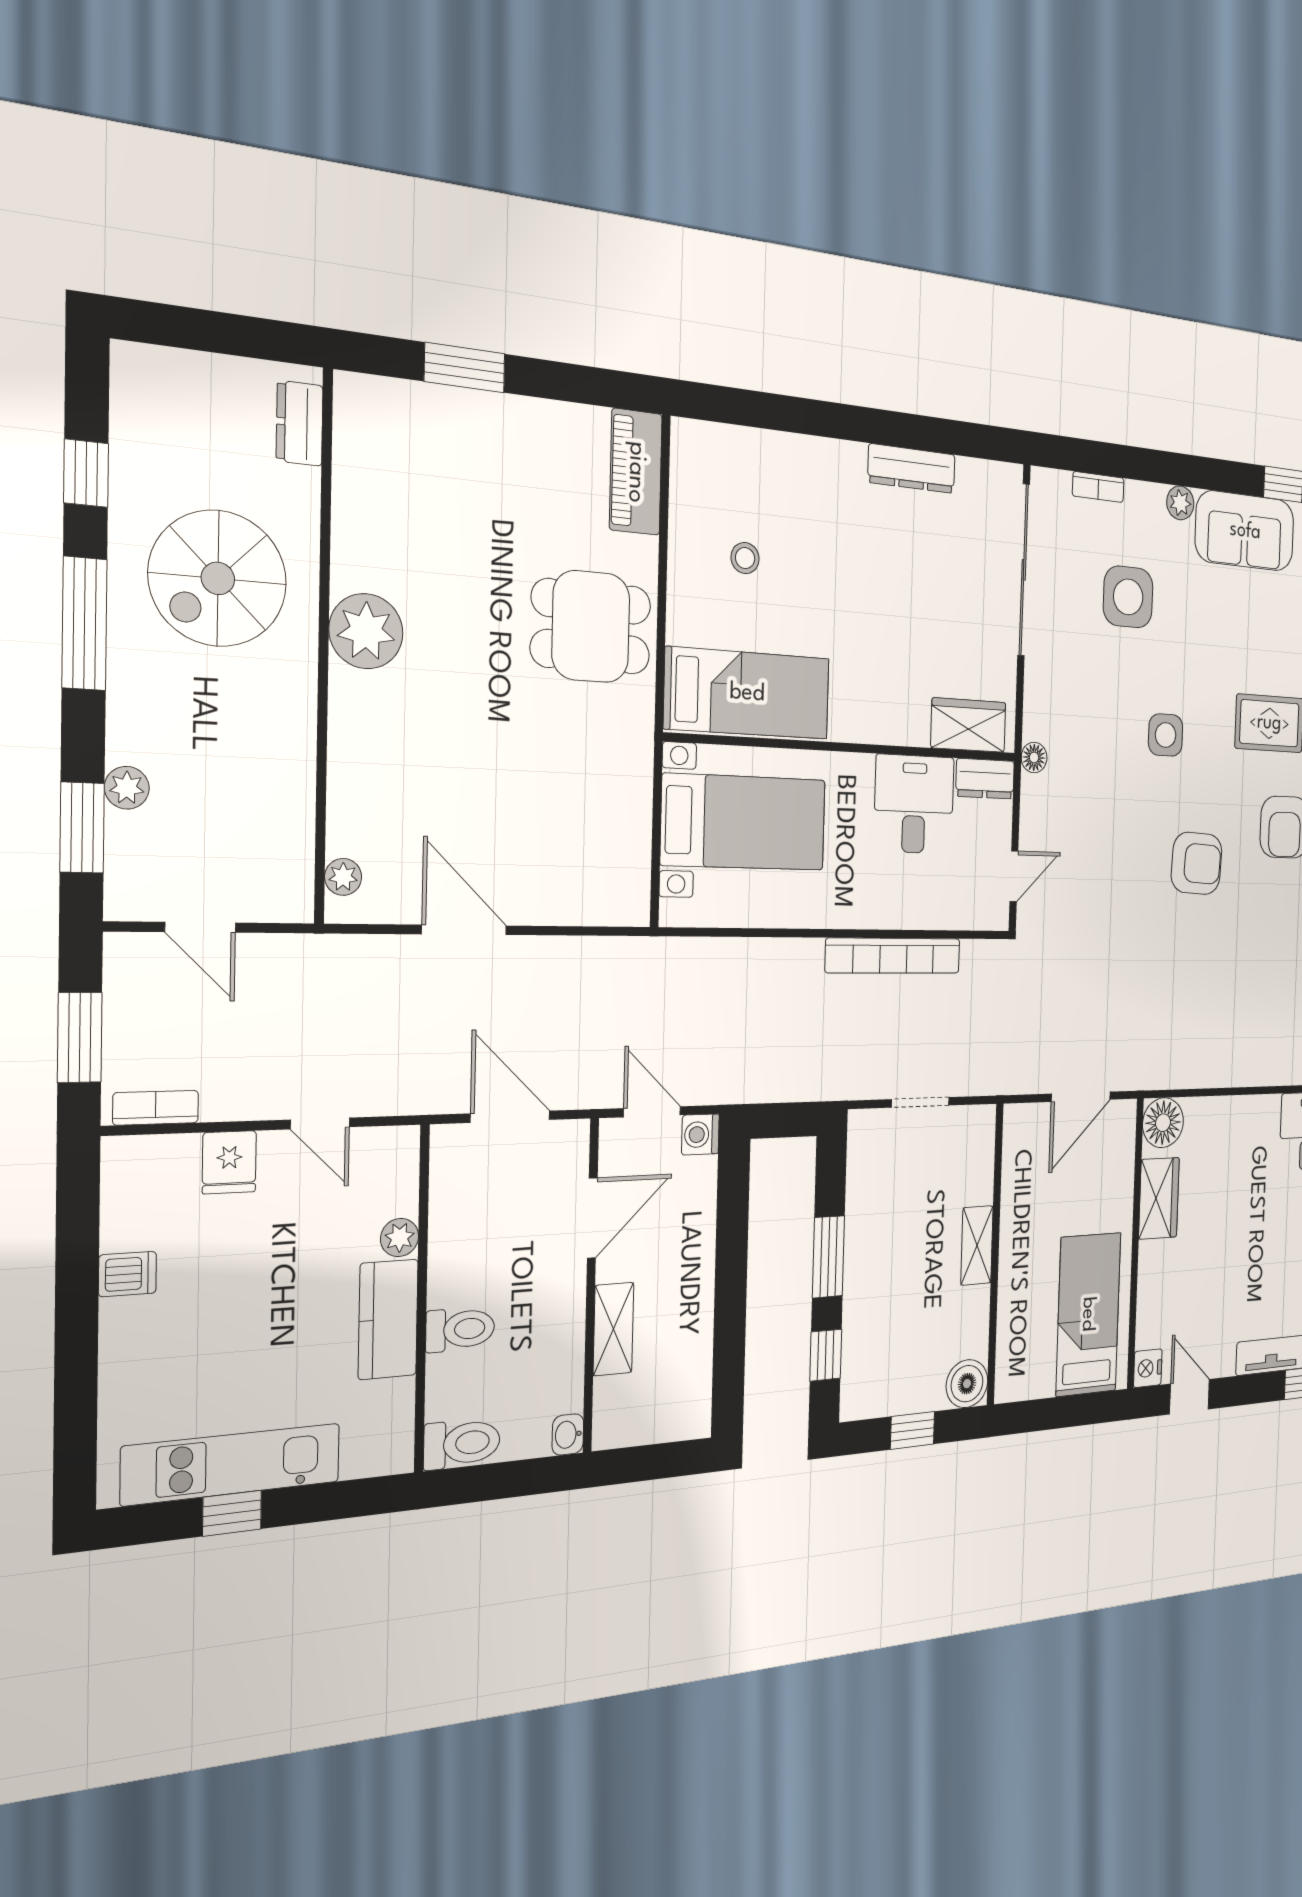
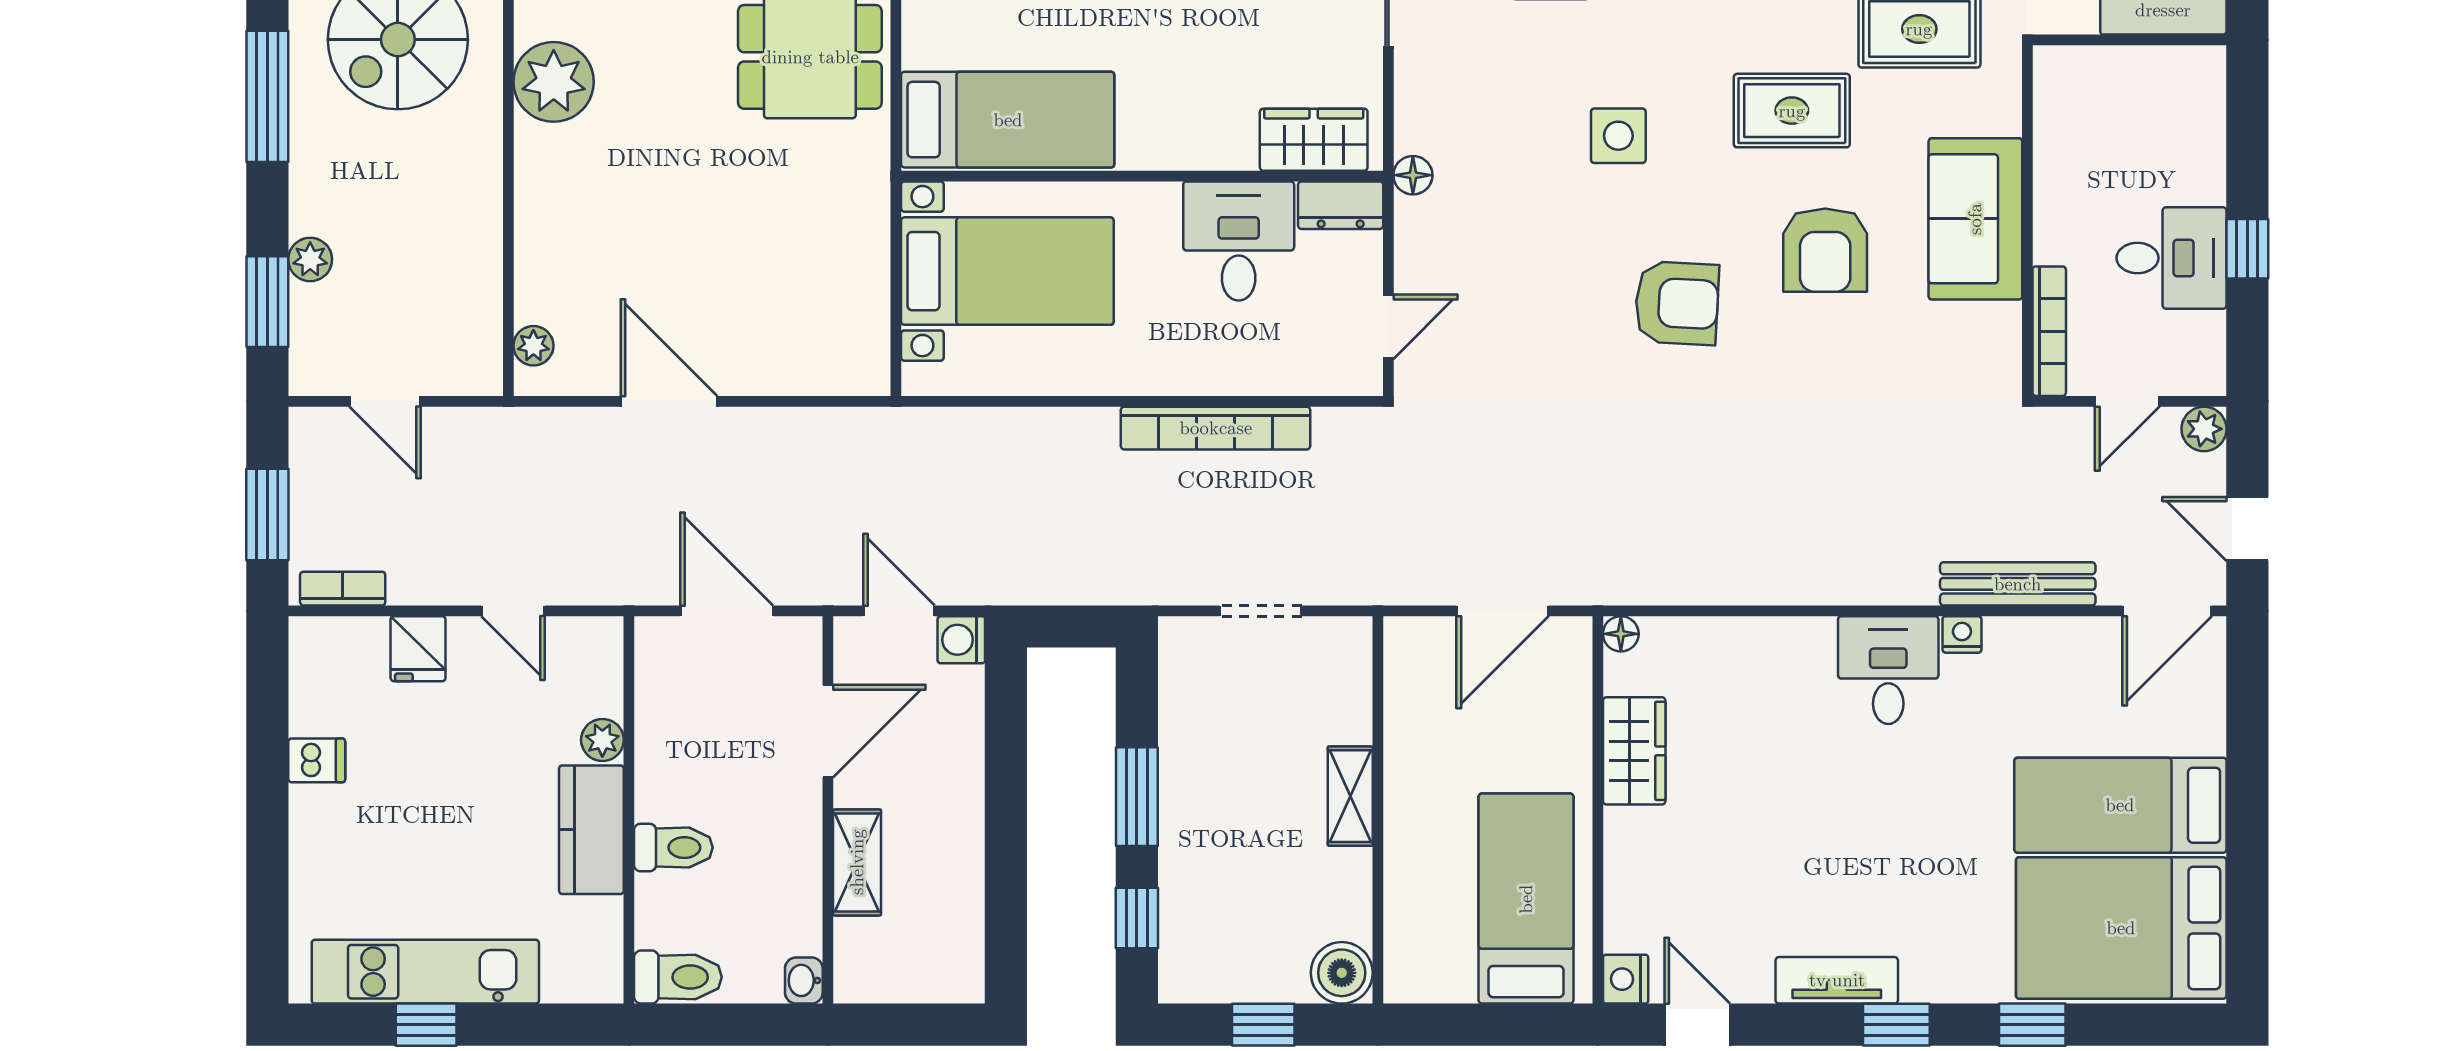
floor lamp: (1163, 1123) -> (1621, 634), width x0.53, depth x0.53

